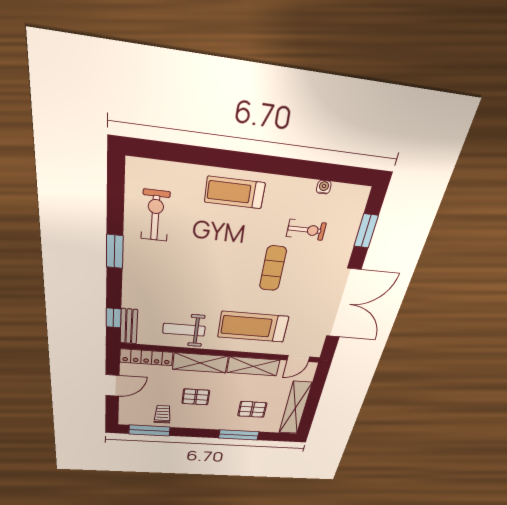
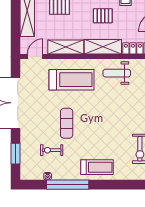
window: (292, 168) -> (68, 185), added
weight bench: (184, 330) -> (117, 73), turned 180

